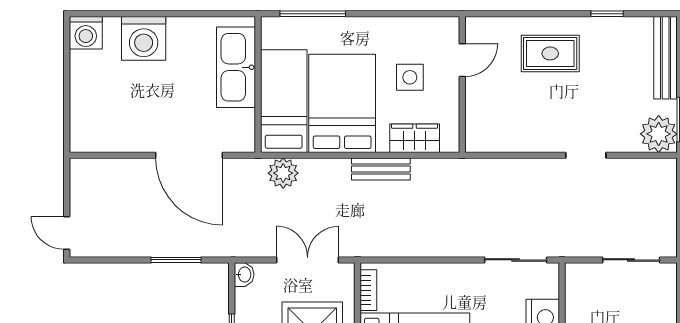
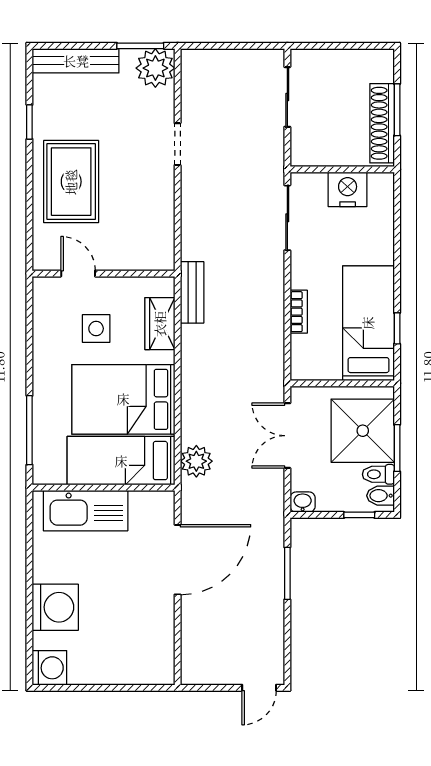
rug: (550, 53) -> (71, 182), width x1.36, depth x1.43
bench: (381, 169) -> (192, 292), moved
bookcase: (368, 290) -> (299, 312), moved, turned 90

